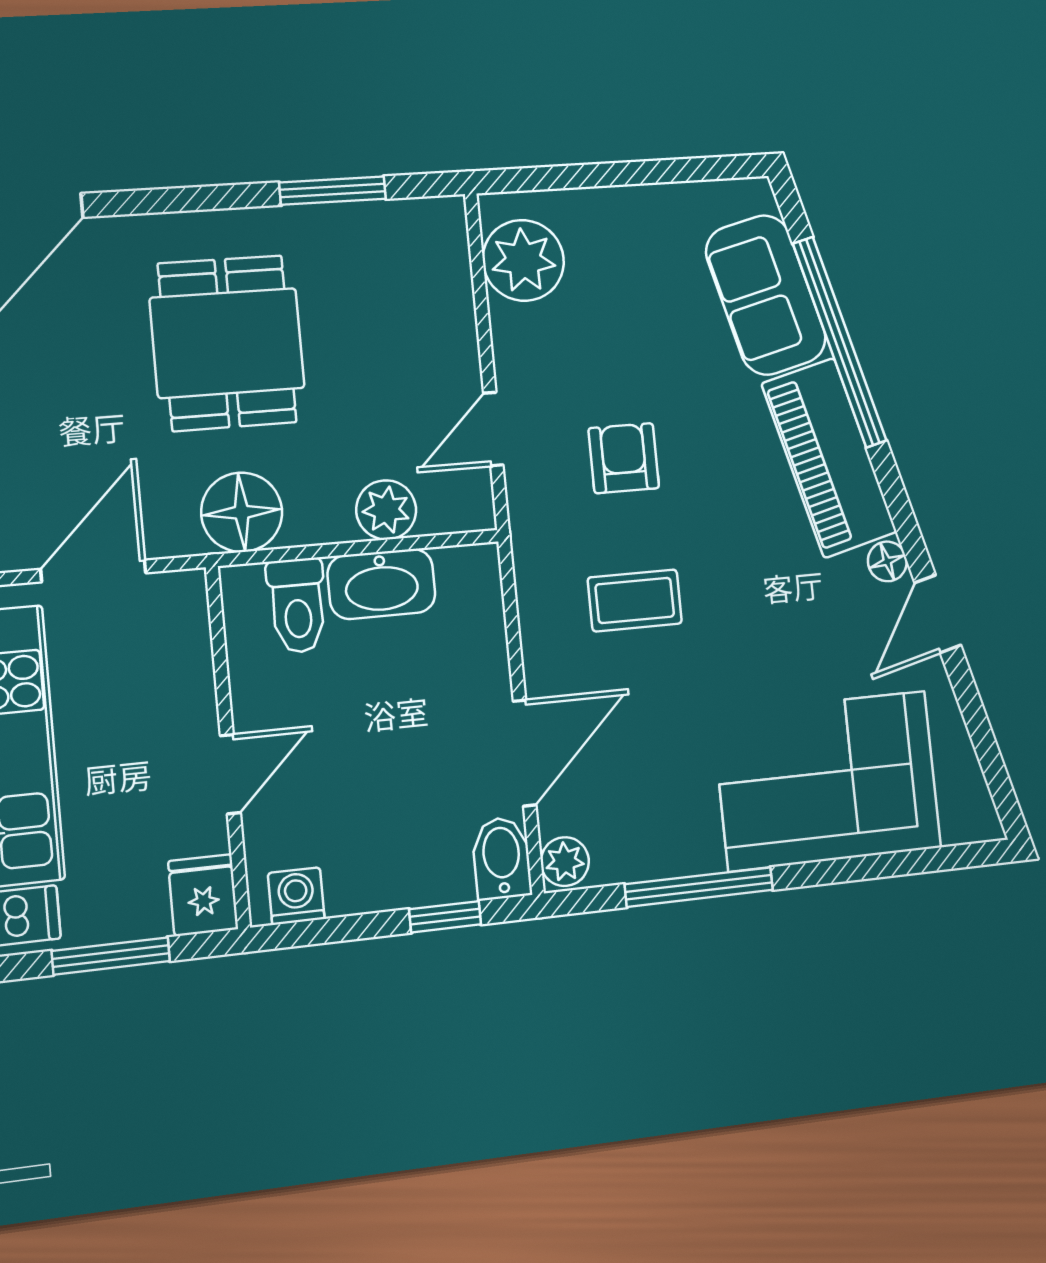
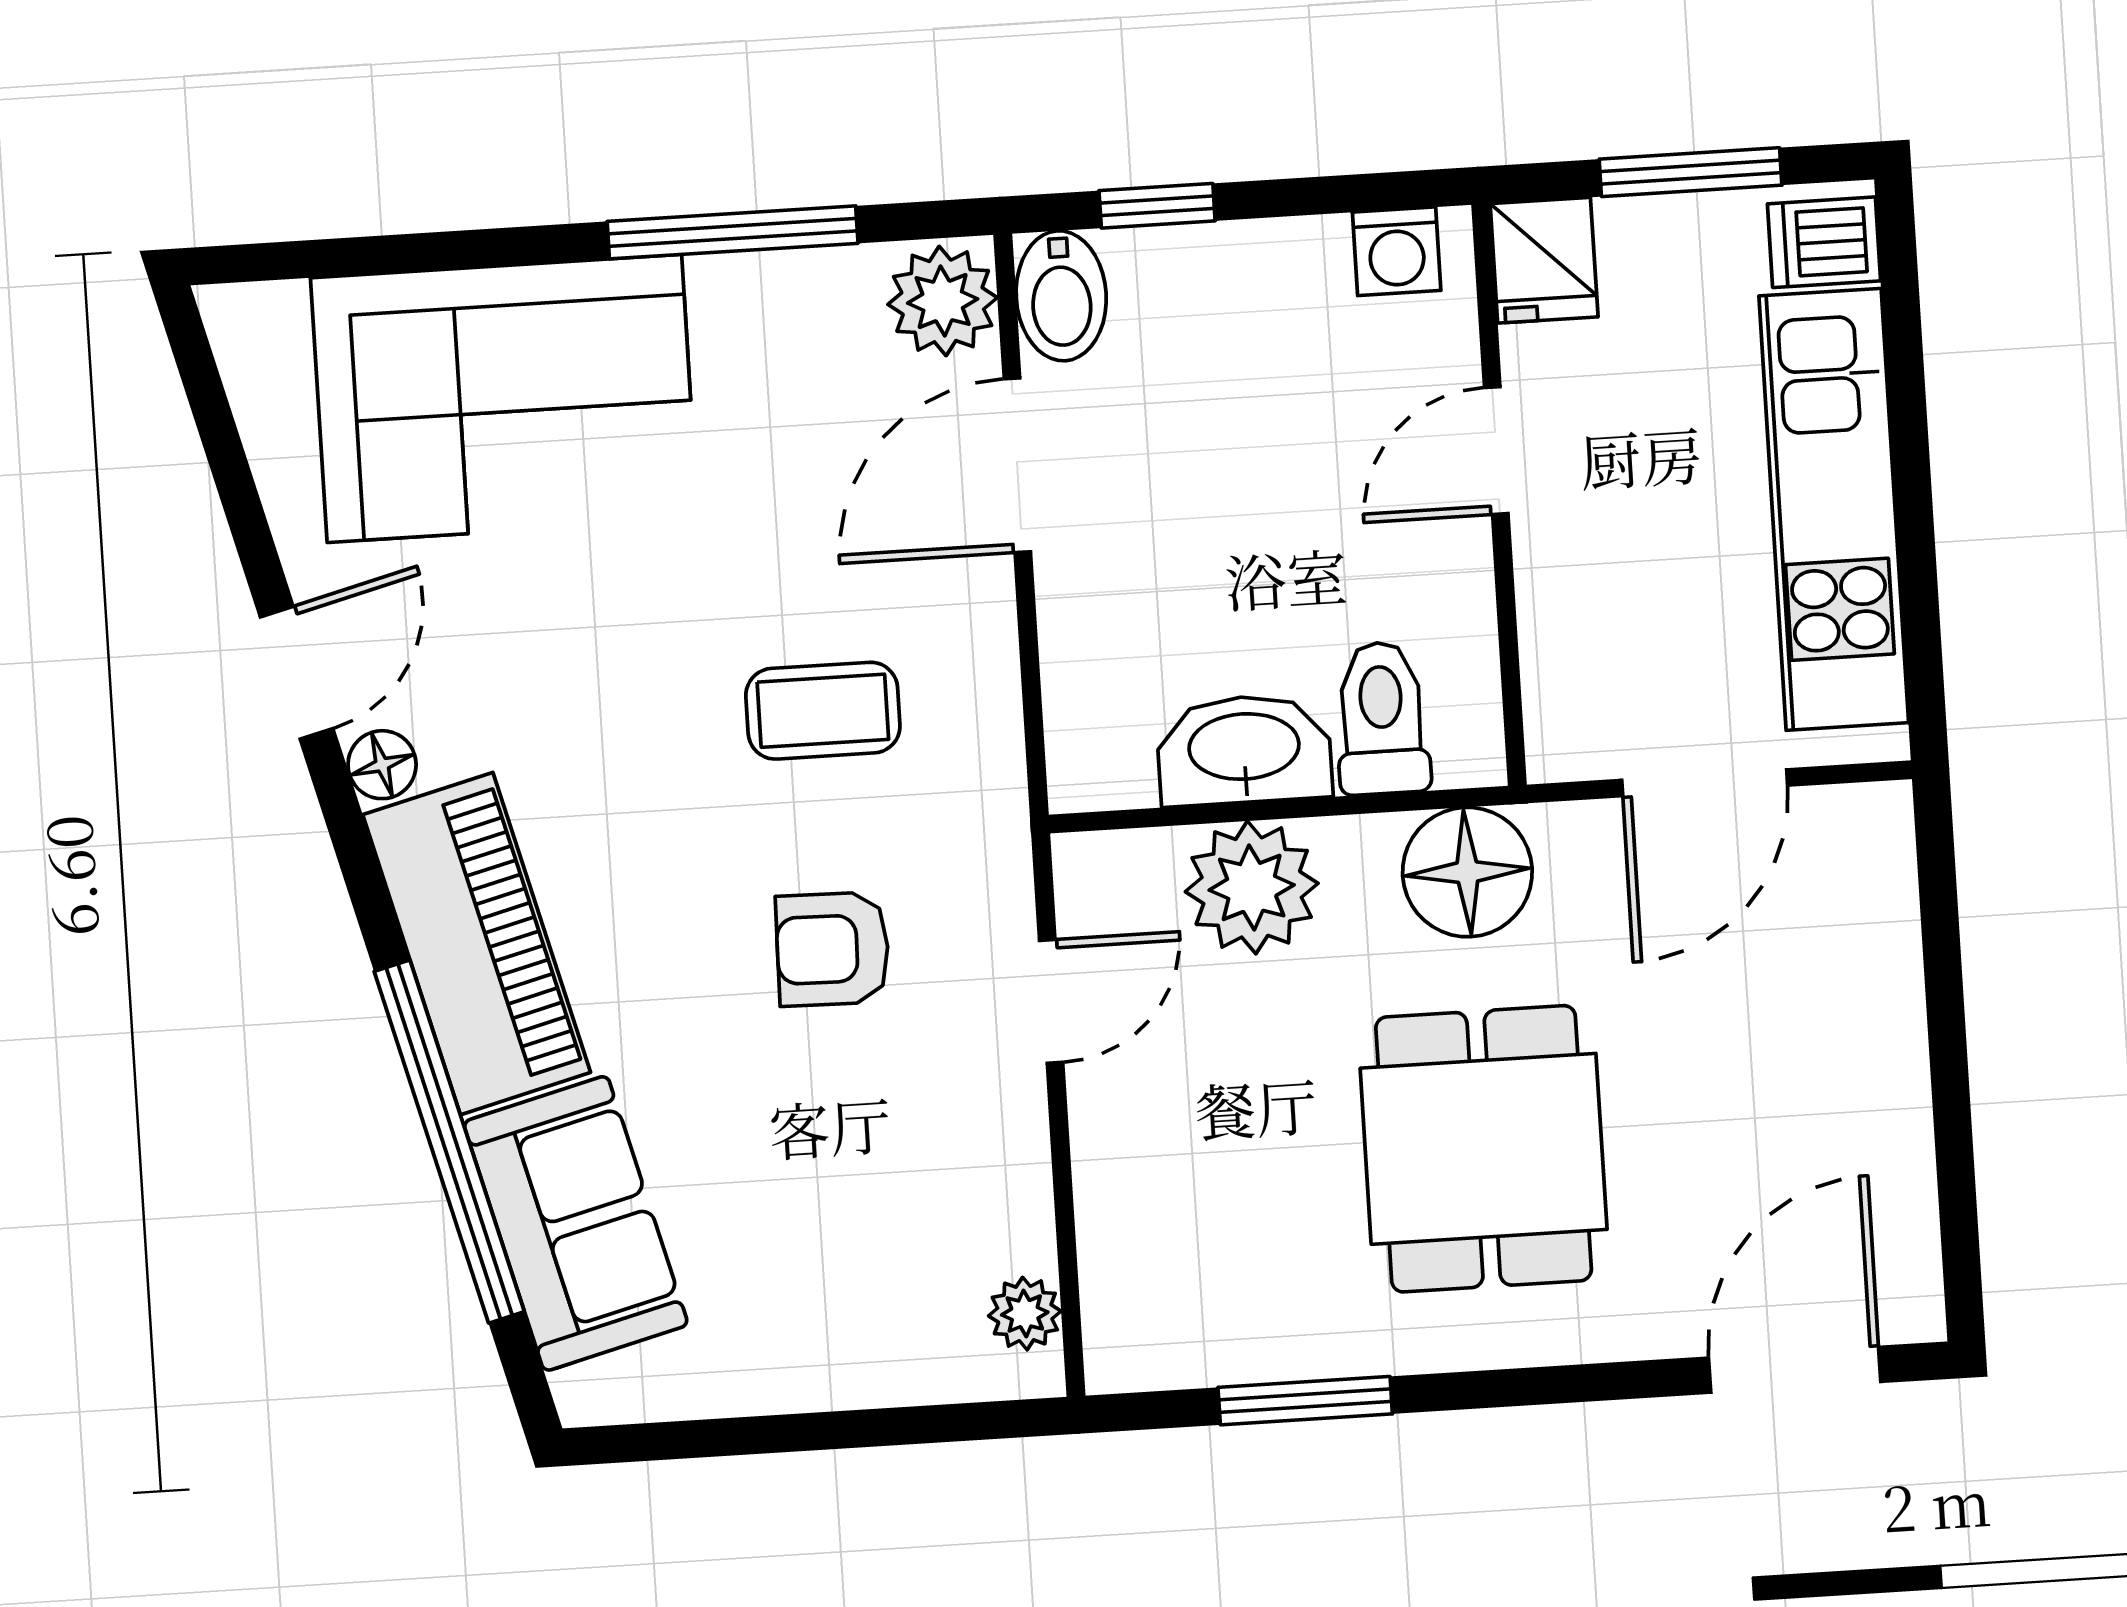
plant: (523, 260) -> (1025, 1314), width x0.53, depth x0.53
armchair: (624, 458) -> (833, 949), turned 91
plant: (386, 510) -> (1252, 887), width x1.36, depth x1.36
plant: (565, 862) -> (943, 301), width x1.38, depth x1.38

